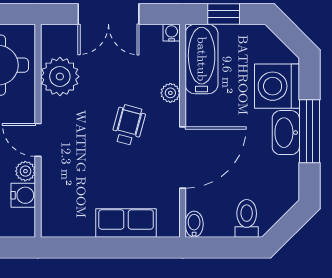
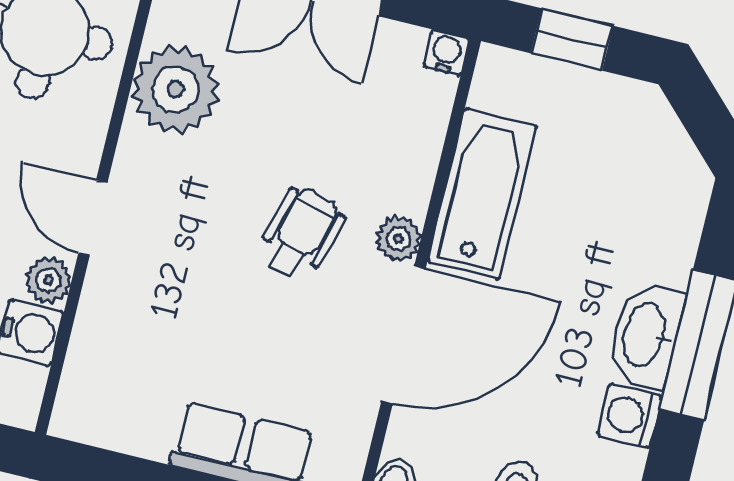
bathtub: (202, 59) -> (482, 194), moved
washing machine: (277, 86) -> (630, 416), moved, width x0.53, depth x0.53
plant: (170, 93) -> (398, 239), moved

